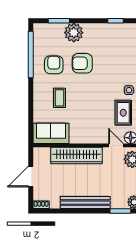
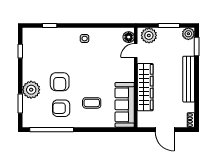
rug: (123, 113) -> (105, 44), removed
sofa: (51, 133) -> (125, 105), width x1.36

